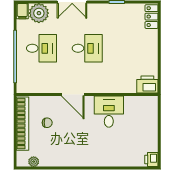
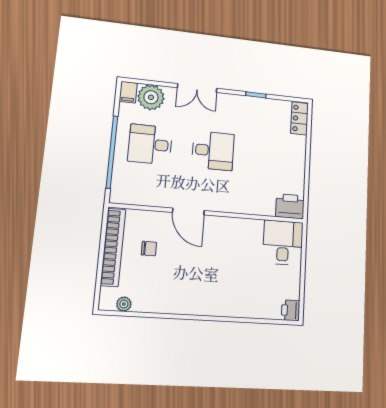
desk: (42, 48) -> (150, 144), turned 180
desk: (109, 112) -> (283, 243), moved

